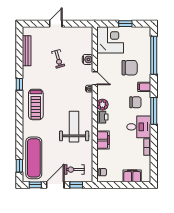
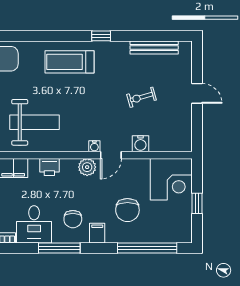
plant: (102, 105) -> (87, 167), moved

